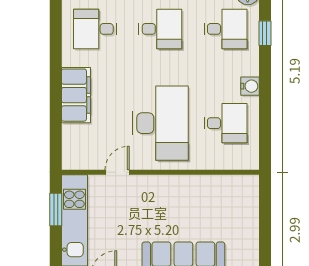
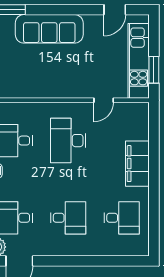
desk: (160, 29) -> (68, 218), turned 180
desk: (160, 123) -> (68, 141), width x0.73, depth x0.77

